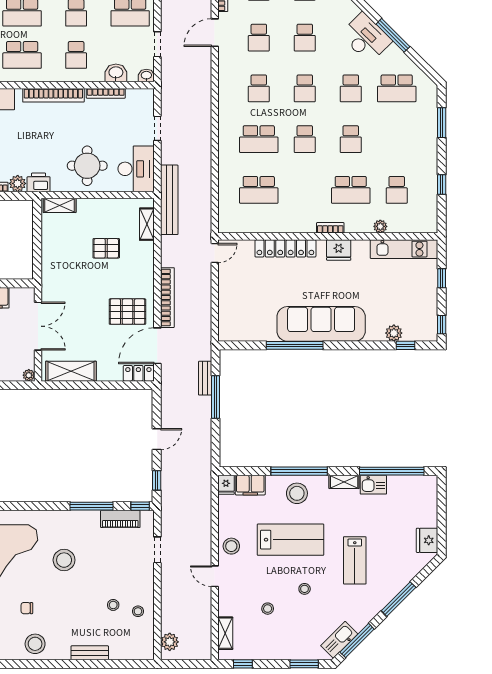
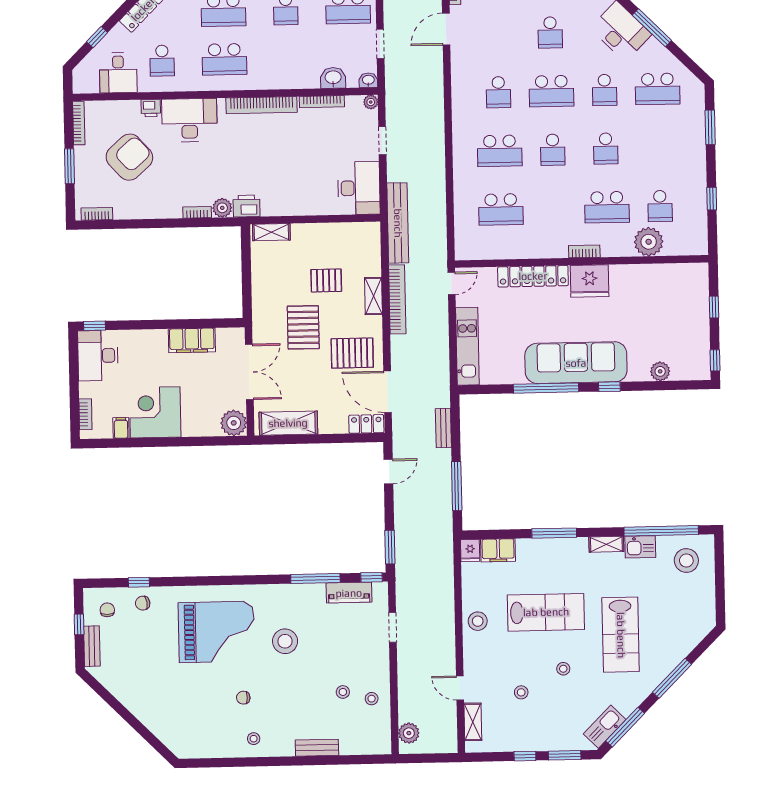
school desk: (259, 38) -> (497, 34), removed
school desk: (76, 55) -> (287, 58), removed
school desk: (305, 88) -> (551, 91), width x1.85
plant: (148, 95) -> (371, 102), added
round table: (87, 166) -> (302, 186), removed
shelving: (147, 224) -> (373, 296), moved
plant: (380, 226) -> (649, 242), width x1.87, depth x1.87
kitchen unit: (404, 249) -> (467, 346), moved, turned -90
fridge: (339, 250) -> (590, 281), width x1.36, depth x1.34
pallet: (85, 288) -> (303, 327), added
bookcase: (167, 298) -> (397, 299), moved
window: (406, 345) -> (609, 387), moved
door: (157, 346) -> (388, 392), hinge flipped
plant: (29, 375) -> (234, 423), width x1.87, depth x1.87
window: (216, 397) -> (457, 486), moved
door: (157, 439) -> (388, 472), moved
window: (299, 471) -> (554, 533), width x0.68
window: (157, 480) -> (390, 547), width x1.50
stool: (297, 493) -> (686, 561), moved
fridge: (427, 540) -> (703, 610), removed
lab bench: (355, 560) -> (621, 635), width x1.36, depth x1.39
door: (215, 576) -> (460, 688), moved
stool: (35, 644) -> (254, 739), width x0.53, depth x0.53
window: (243, 664) -> (525, 756), moved

